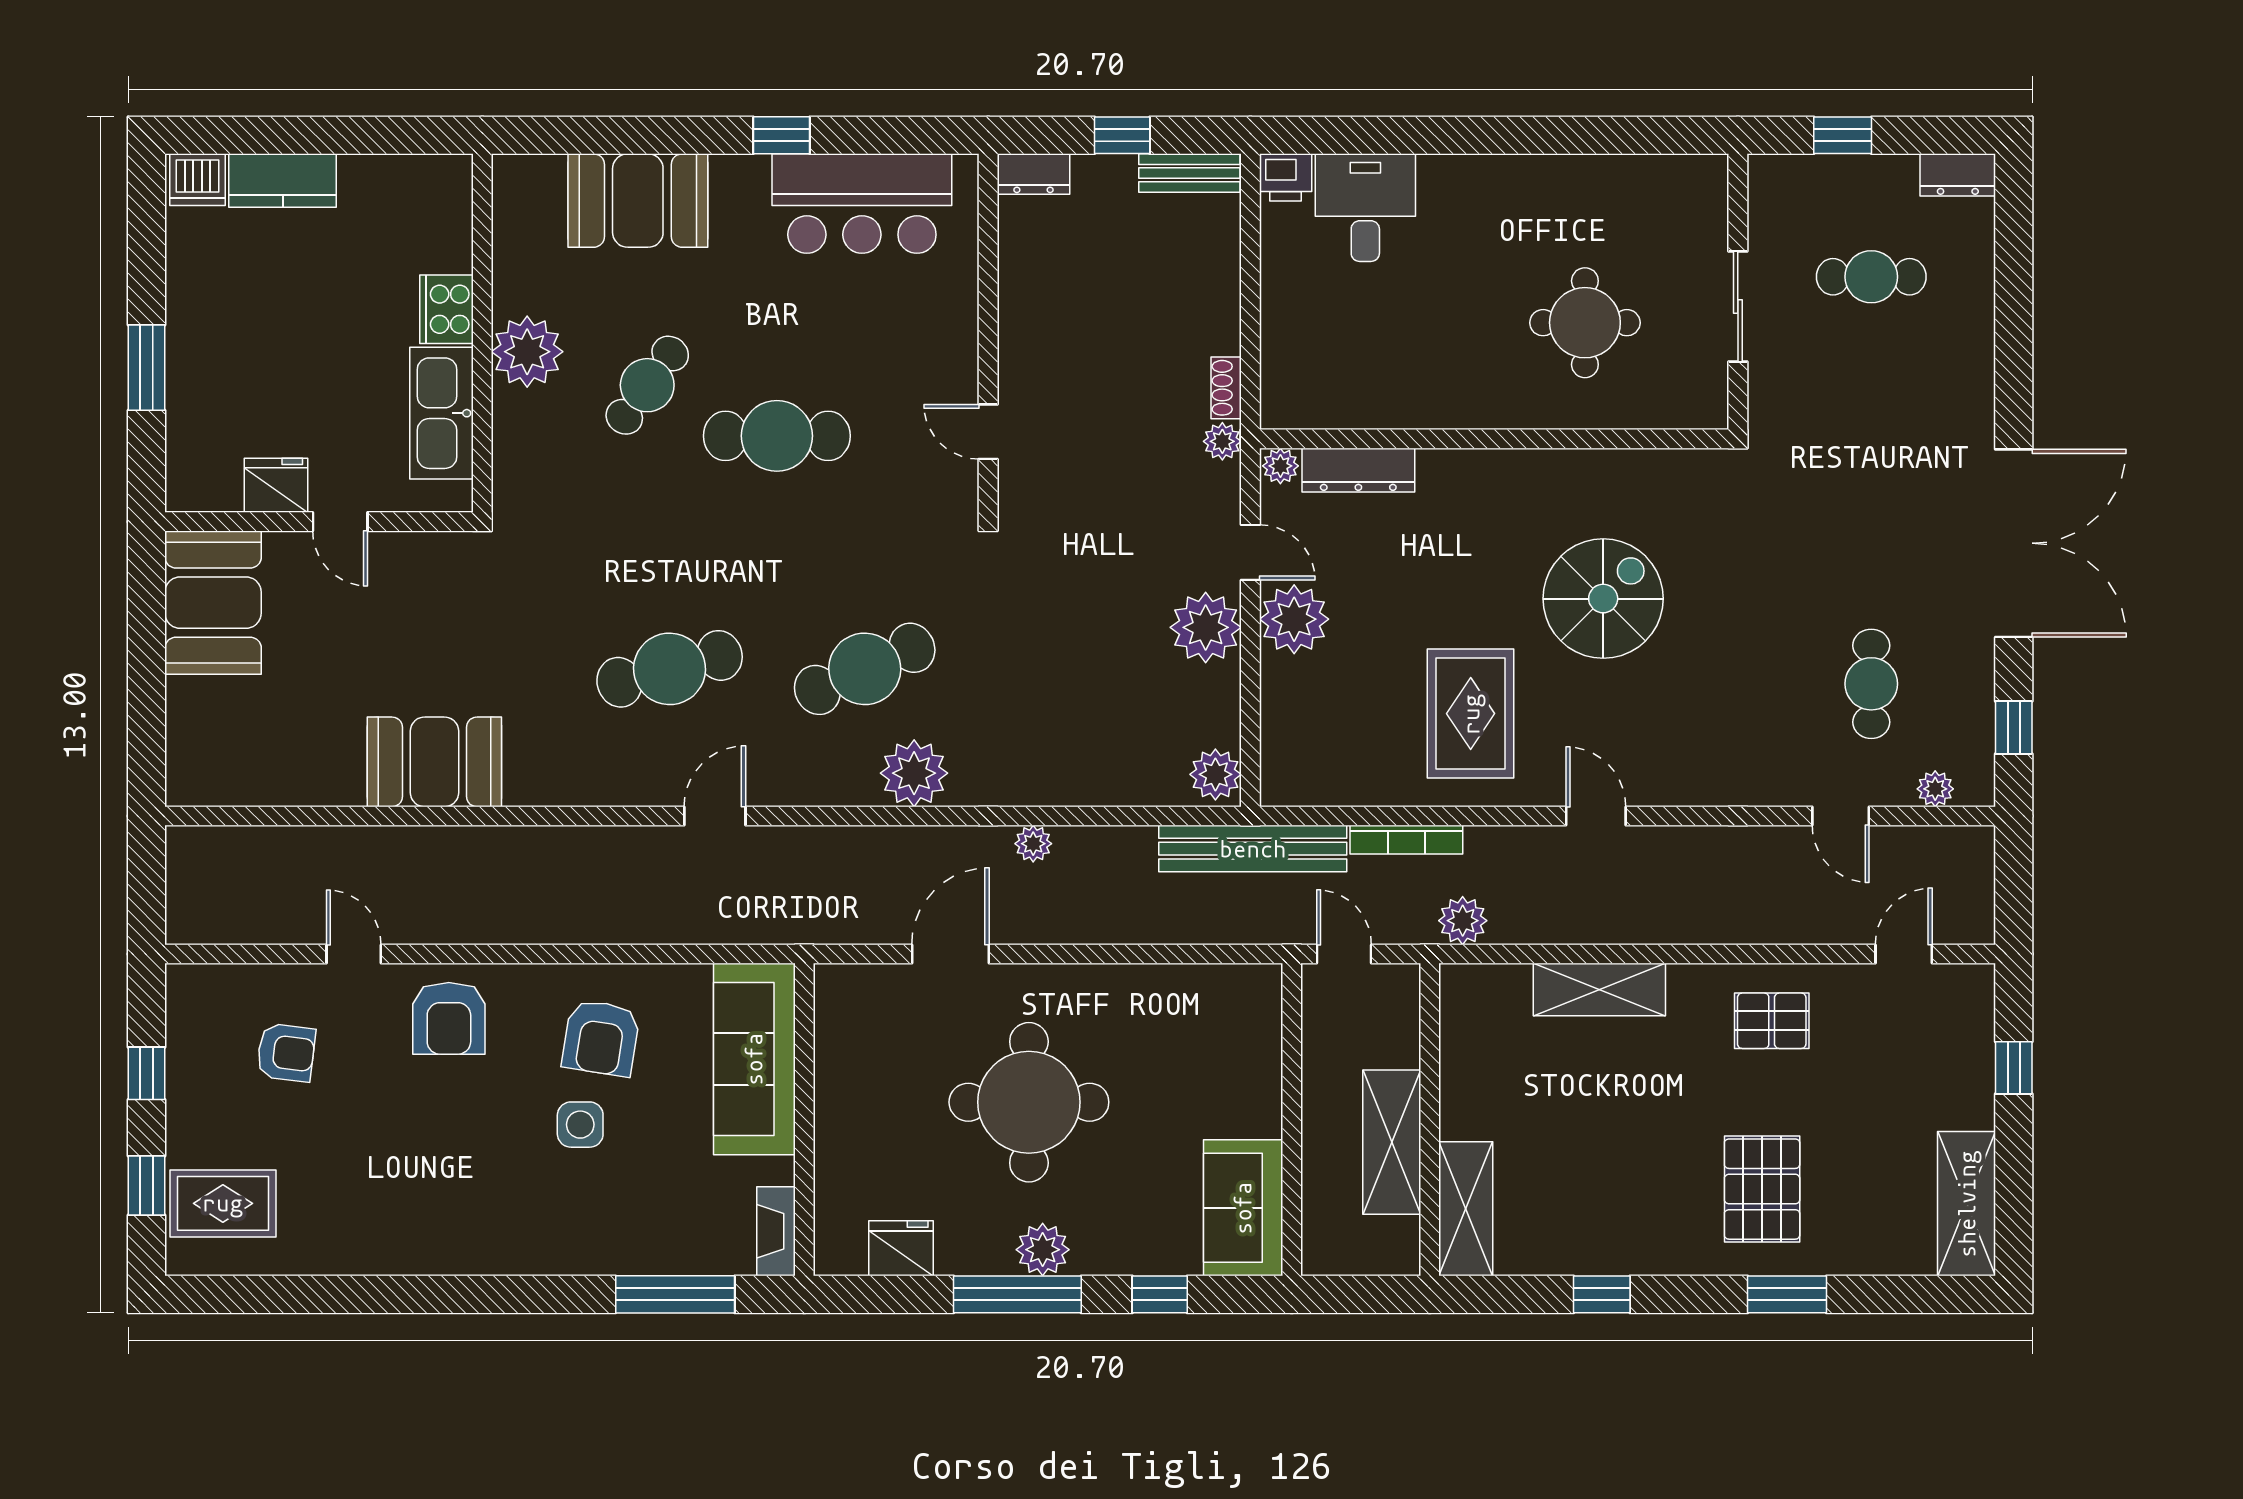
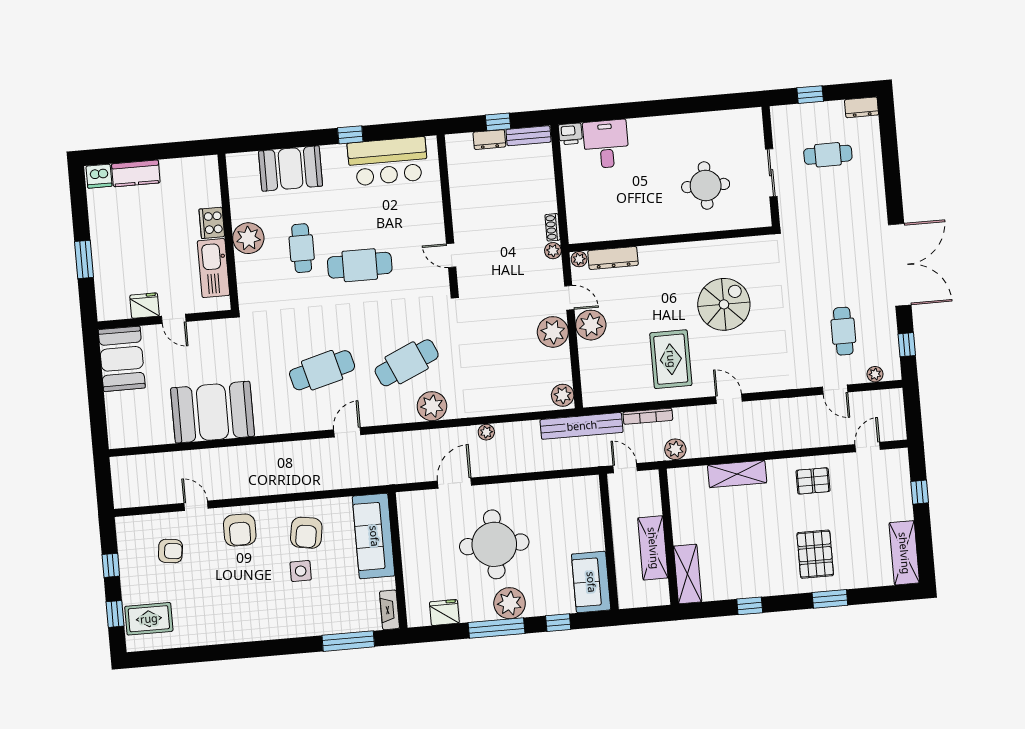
dresser: (1034, 174) -> (489, 140), moved
cafe table: (647, 385) -> (302, 248), turned -36
booth: (434, 762) -> (213, 412), width x1.36, depth x1.42
plant: (1043, 1250) -> (510, 603), width x1.36, depth x1.36

